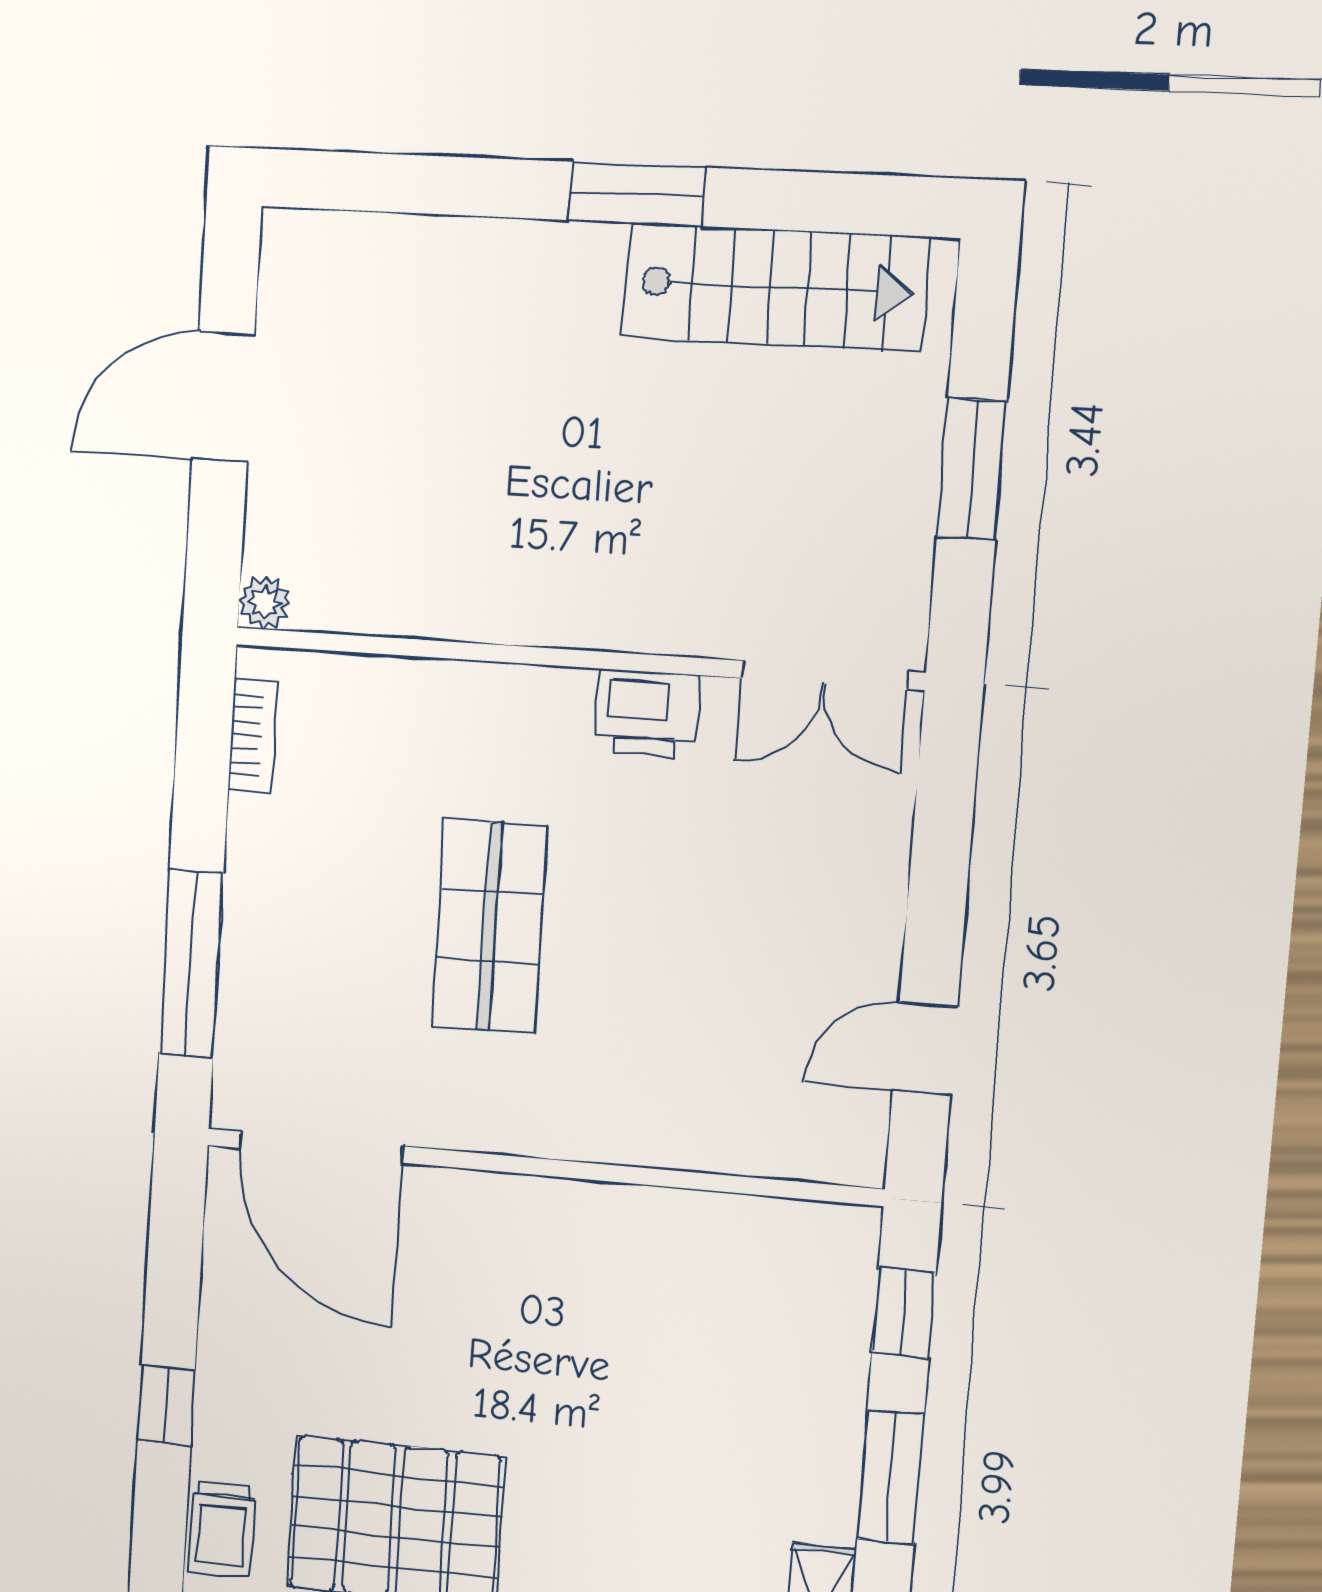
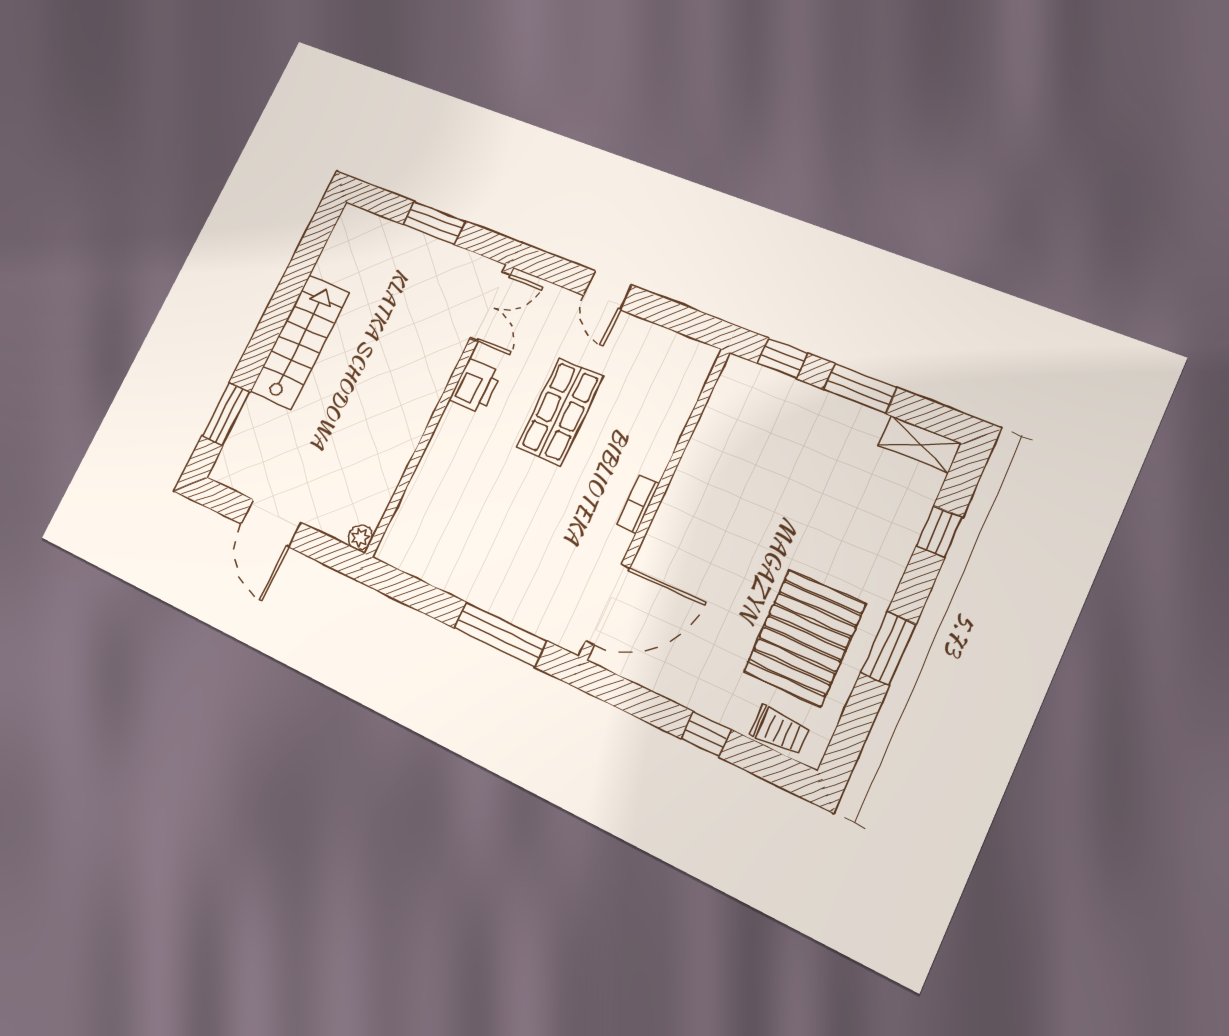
window: (637, 194) -> (226, 414), moved
stairs: (775, 287) -> (300, 342), moved
bookcase: (252, 735) -> (638, 504), moved, turned -90
shop shelf: (490, 926) -> (560, 412), moved, turned 90
door: (925, 1049) -> (608, 290), moved

